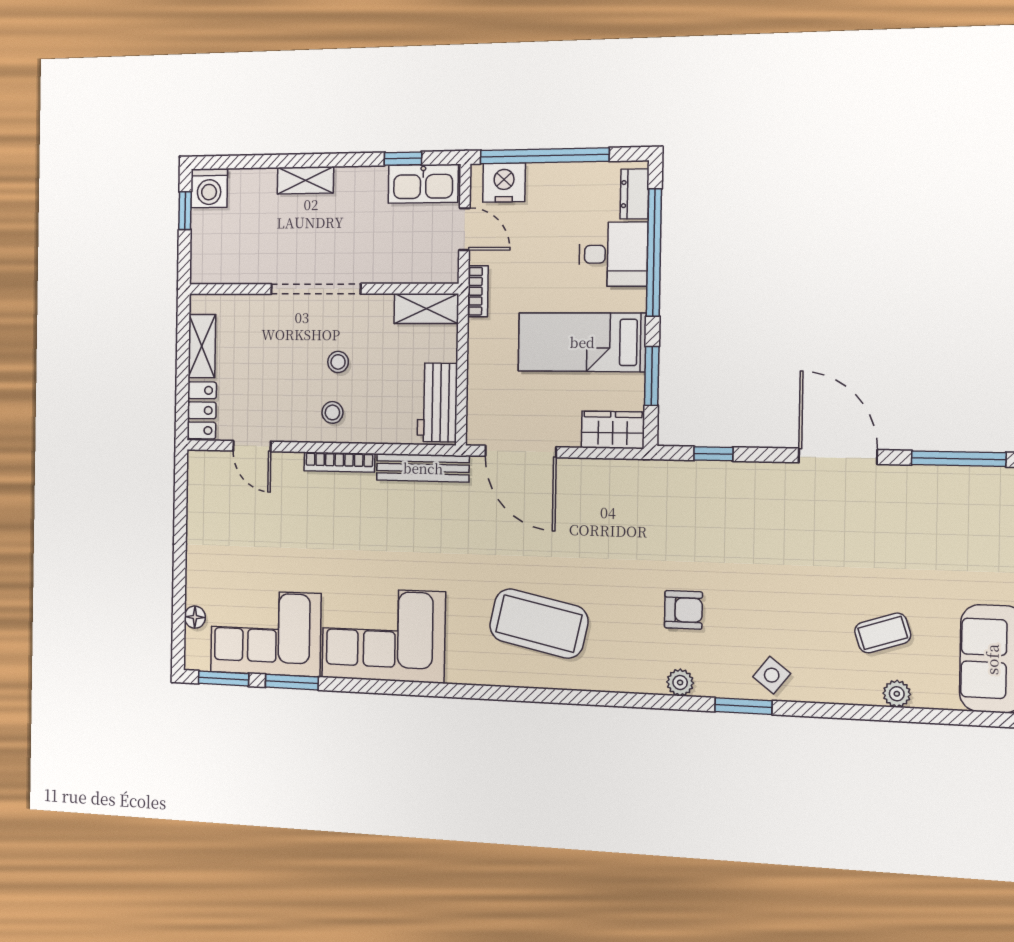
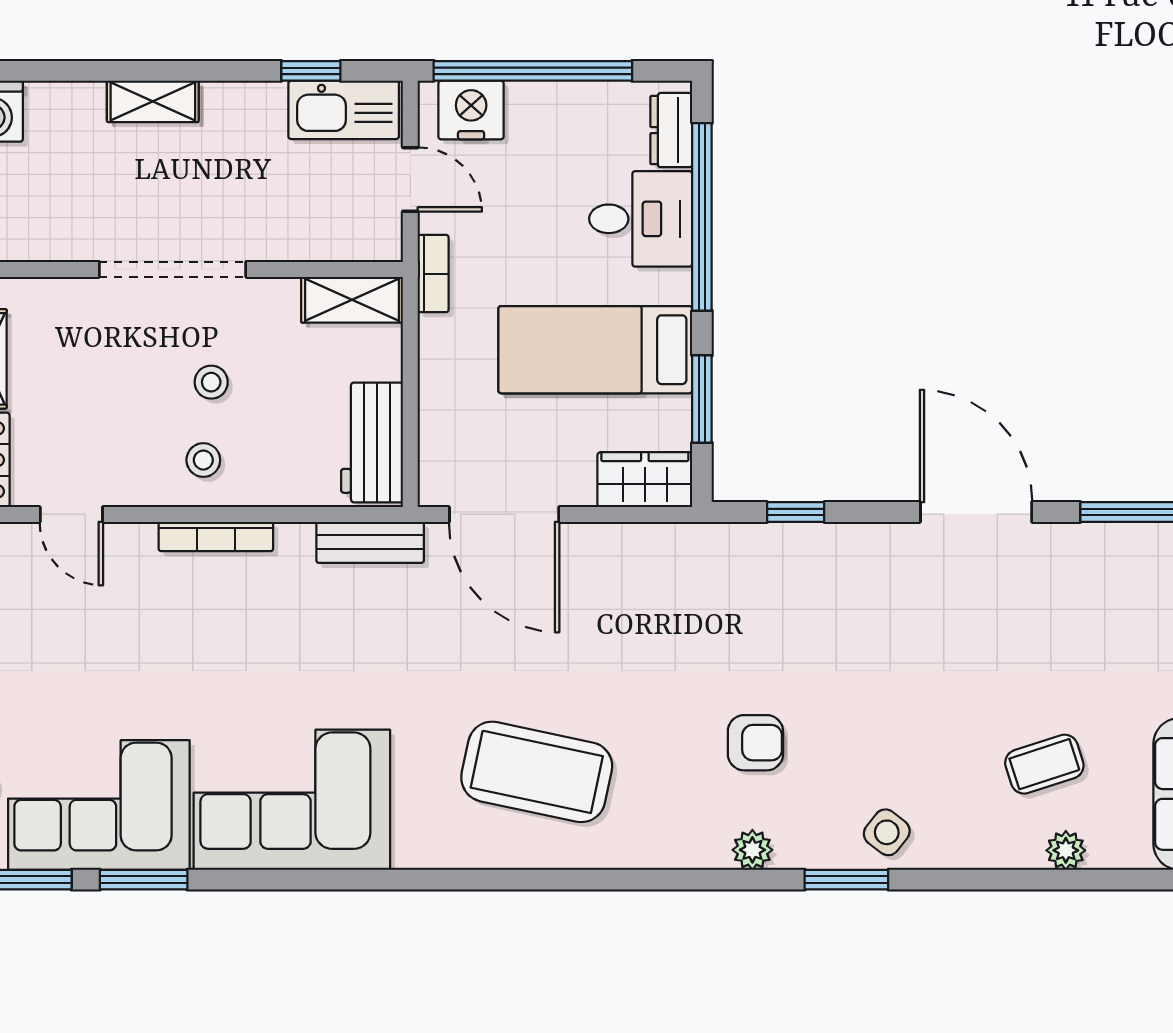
bench: (423, 468) -> (370, 542), width x0.73

